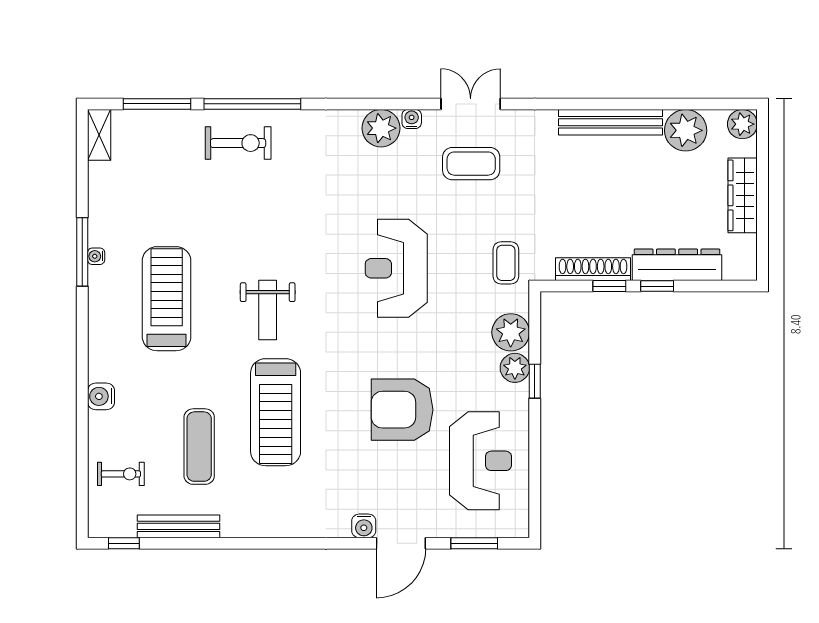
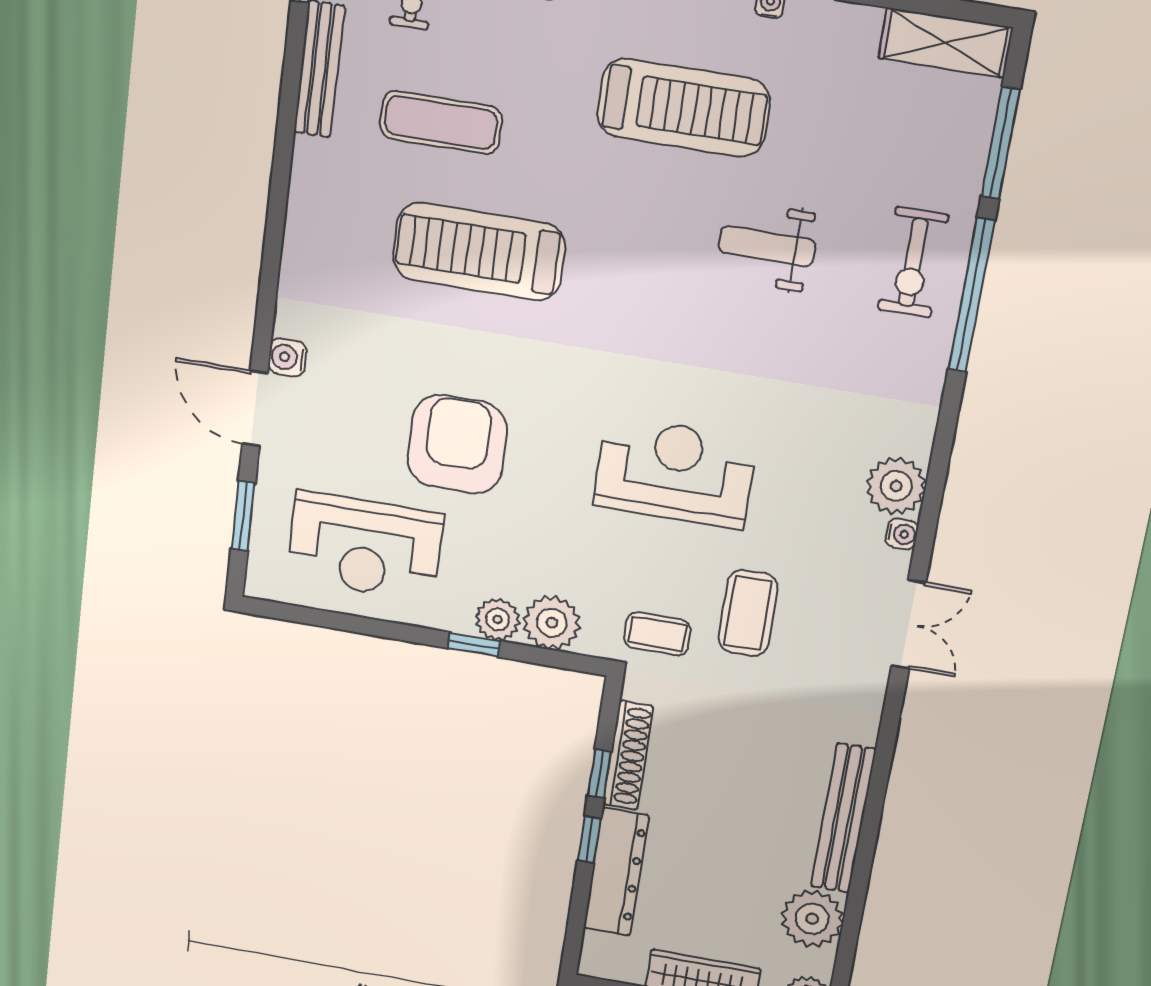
shelving: (99, 135) -> (946, 43), width x1.50, depth x1.33
coffee table: (471, 164) -> (748, 613), moved
weight bench: (268, 310) -> (767, 246), moved

